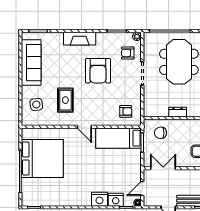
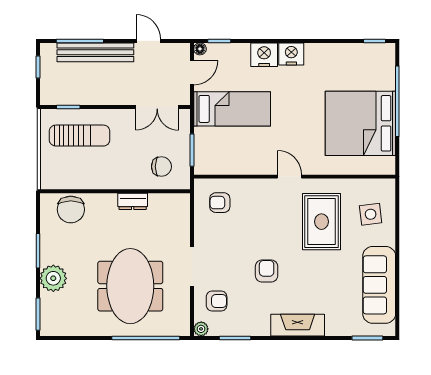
armchair: (98, 71) -> (267, 271), width x0.53, depth x0.53
rug: (65, 100) -> (321, 222), width x1.36, depth x1.43
bed: (119, 138) -> (232, 109), moved
nightstand: (116, 200) -> (291, 54), moved

